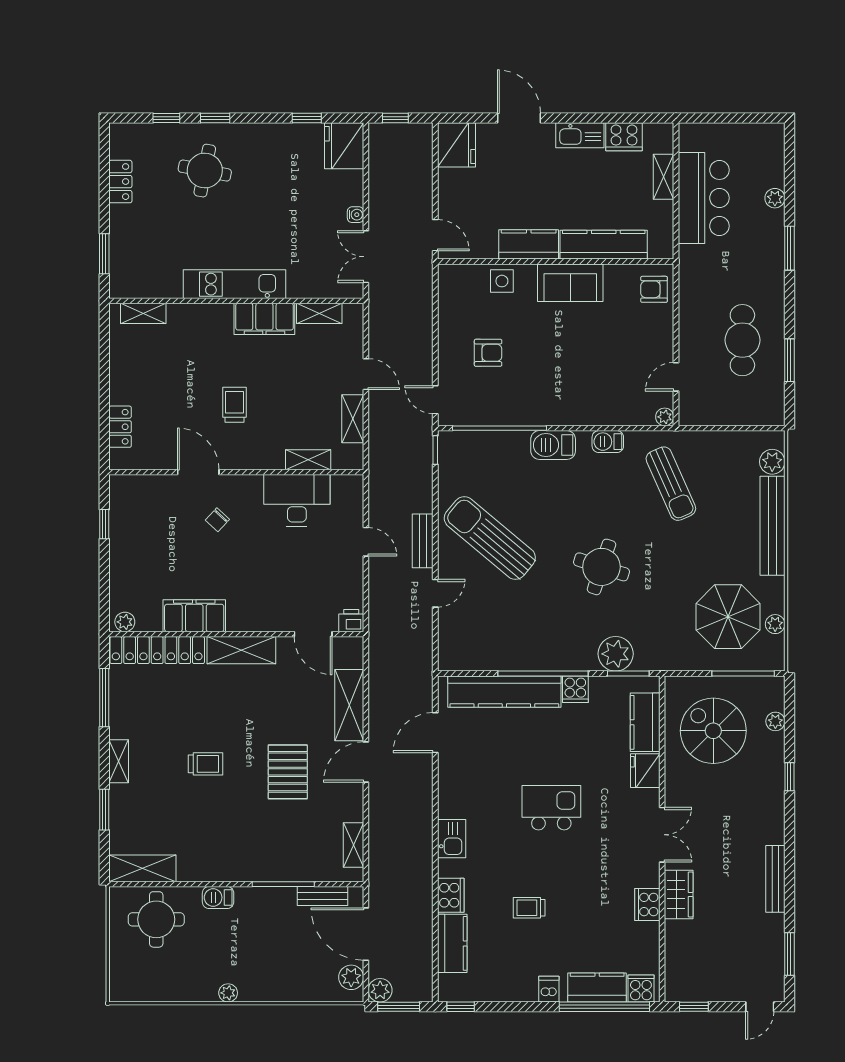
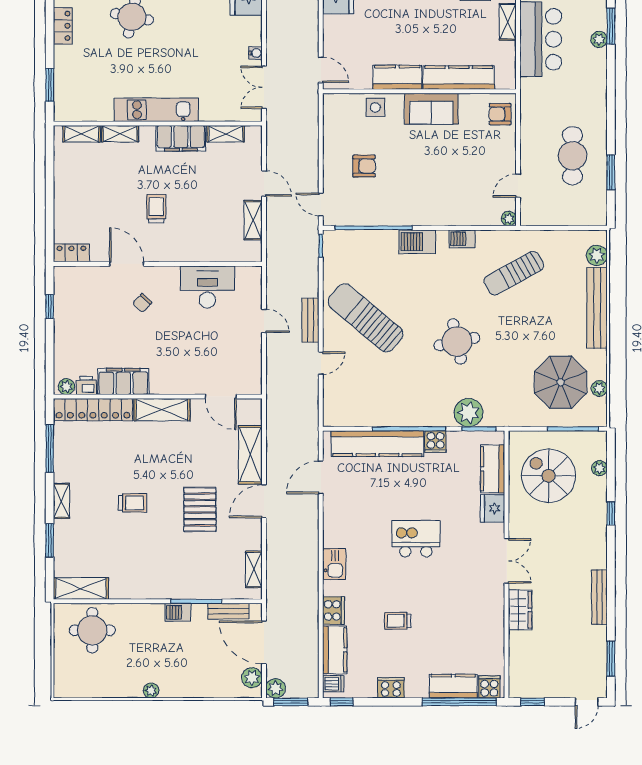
window: (789, 248) -> (611, 26), moved
locker: (120, 427) -> (71, 253), moved, turned -90
shelving: (308, 460) -> (120, 134), moved
sun lounger: (671, 484) -> (514, 273), turned 85
round table: (601, 567) -> (457, 342), turned -30
printer: (351, 621) -> (86, 386), moved
barbecue: (218, 897) -> (178, 612), moved
cooker: (647, 904) -> (391, 688), moved, turned 90
dishwasher: (549, 989) -> (333, 684), moved, turned 90

